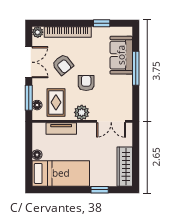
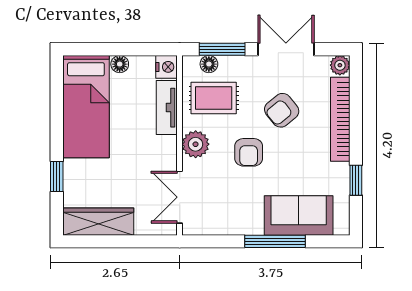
double door: (29, 62) -> (286, 49), swing flipped
armchair: (86, 83) -> (249, 152), turned 90
nightstand: (39, 129) -> (166, 67), added

